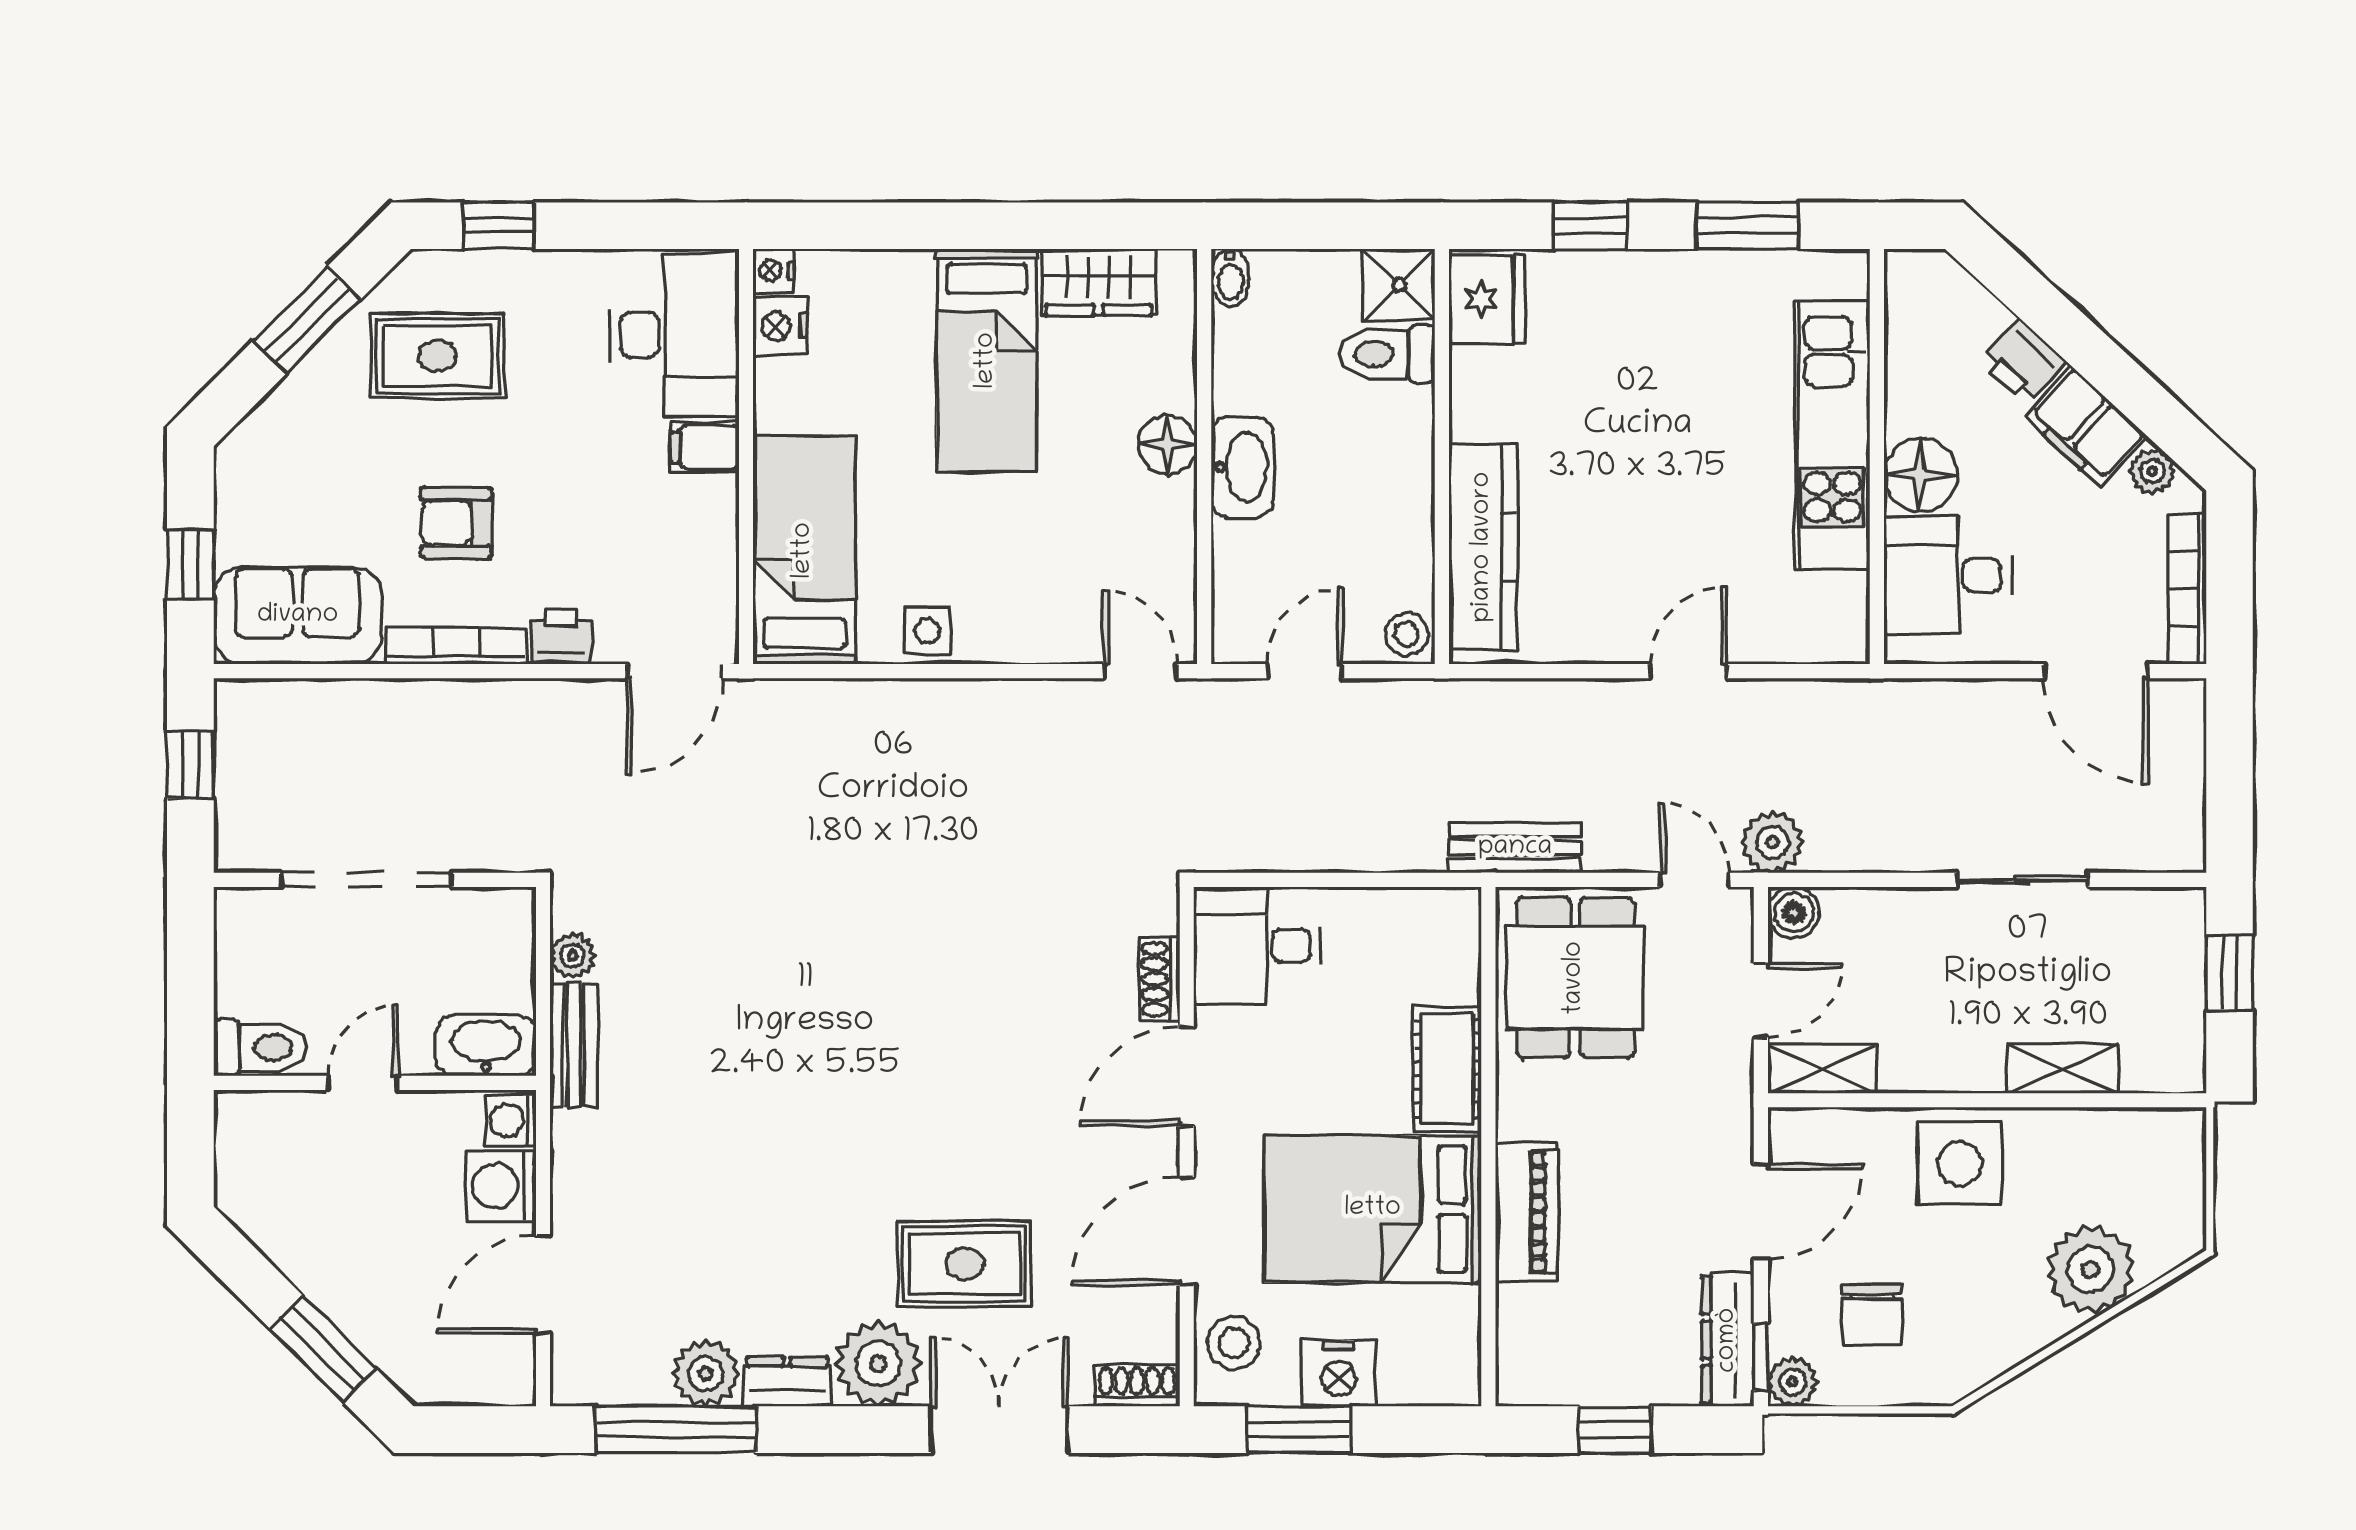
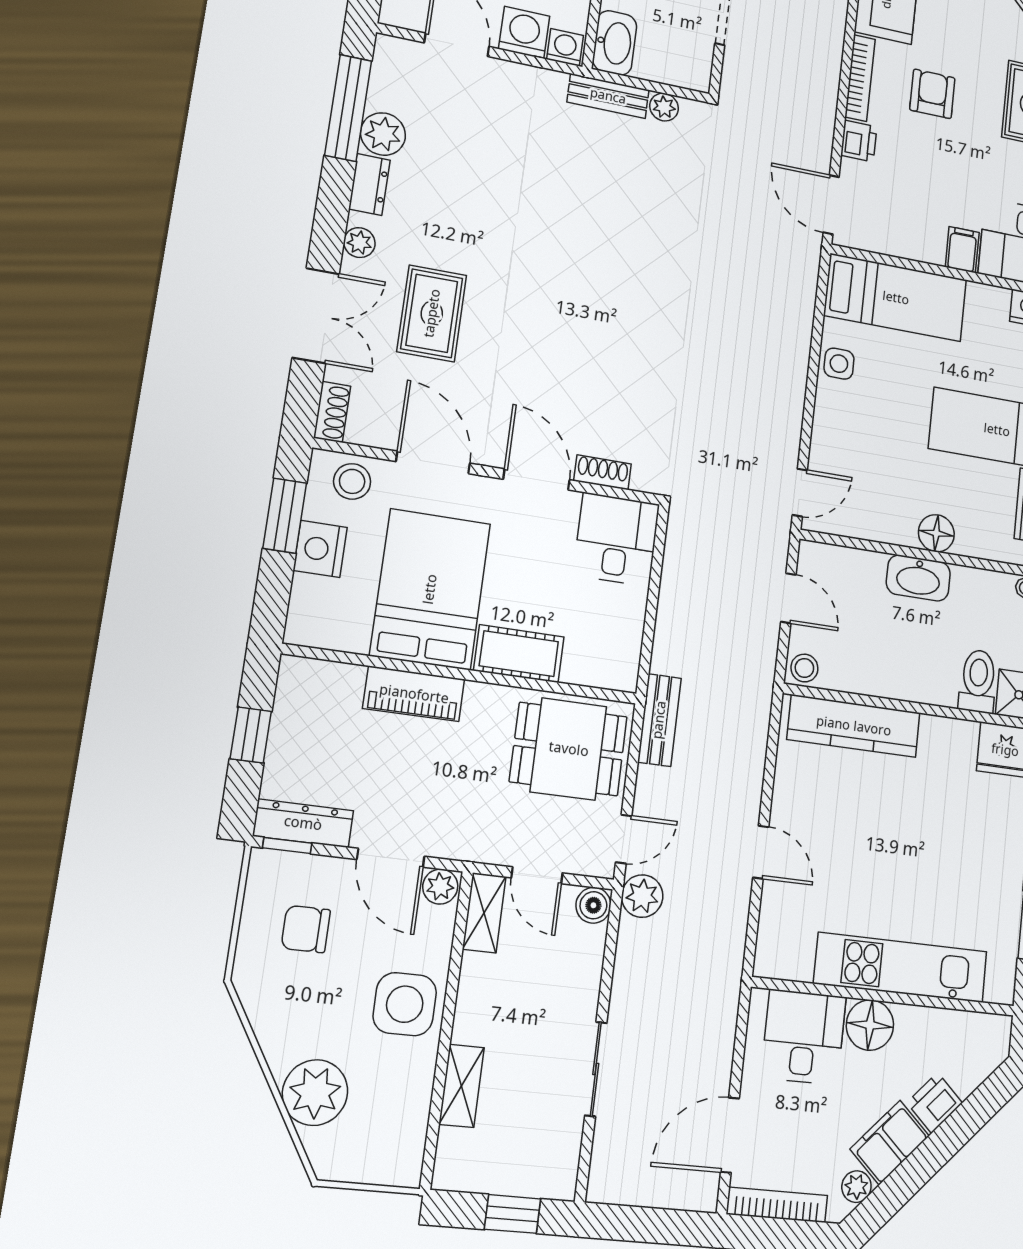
plant: (878, 1364) -> (359, 243), width x0.53, depth x0.53
plant: (1793, 1382) -> (440, 887), moved

